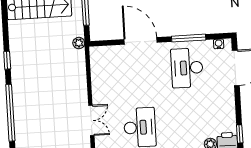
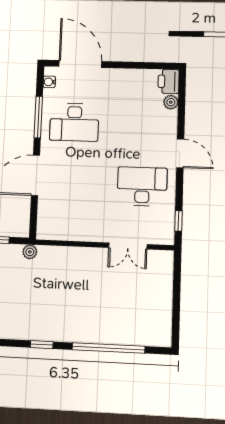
double door: (91, 120) -> (128, 246), swing flipped
window: (240, 134) -> (161, 66), removed

